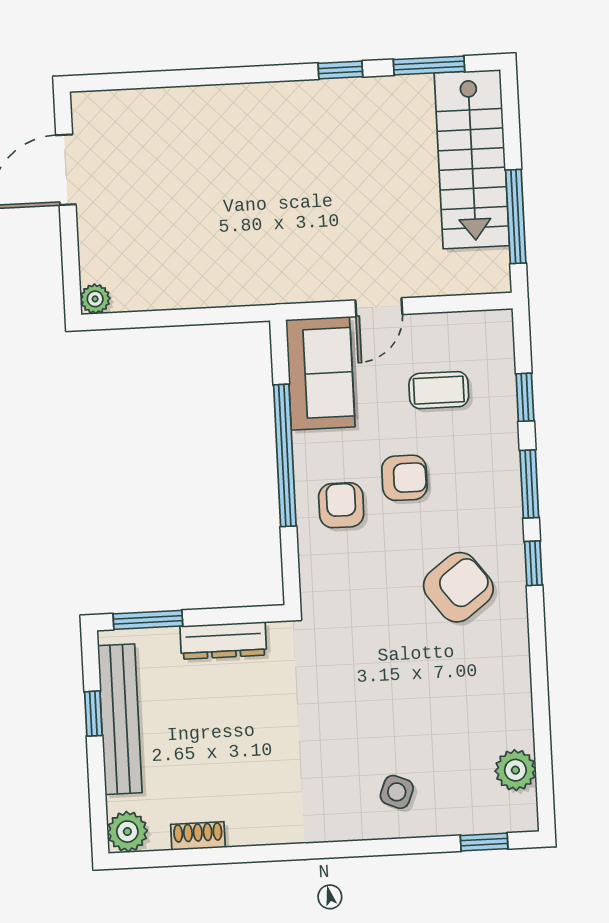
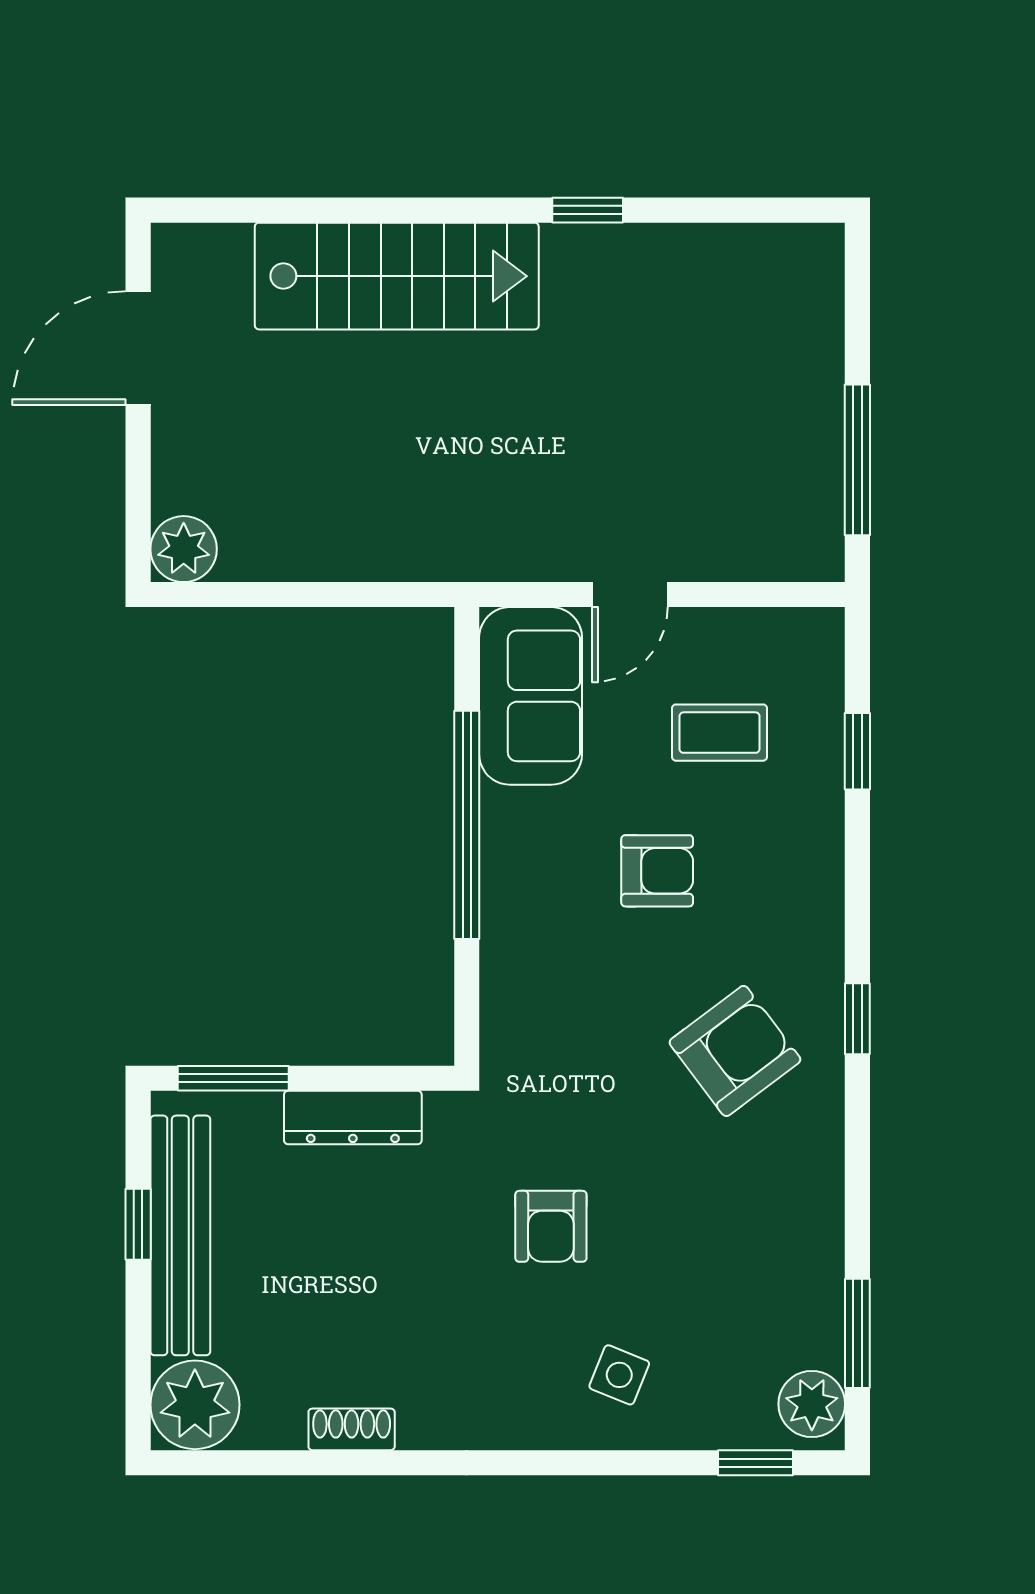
window: (429, 66) -> (730, 210), removed
stairs: (472, 159) -> (397, 276), moved, turned -90
plant: (95, 299) -> (184, 549), width x1.38, depth x1.38
window: (529, 484) -> (857, 1333), moved
armchair: (341, 505) -> (551, 1226), moved, turned 180
plant: (515, 770) -> (812, 1404), moved
plant: (127, 832) -> (195, 1405), width x1.36, depth x1.36
shoe rack: (198, 836) -> (352, 1429), moved

